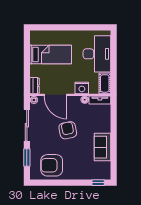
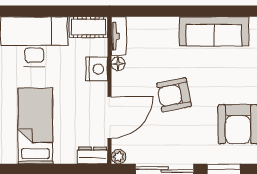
sofa: (103, 147) -> (214, 31), width x1.36

